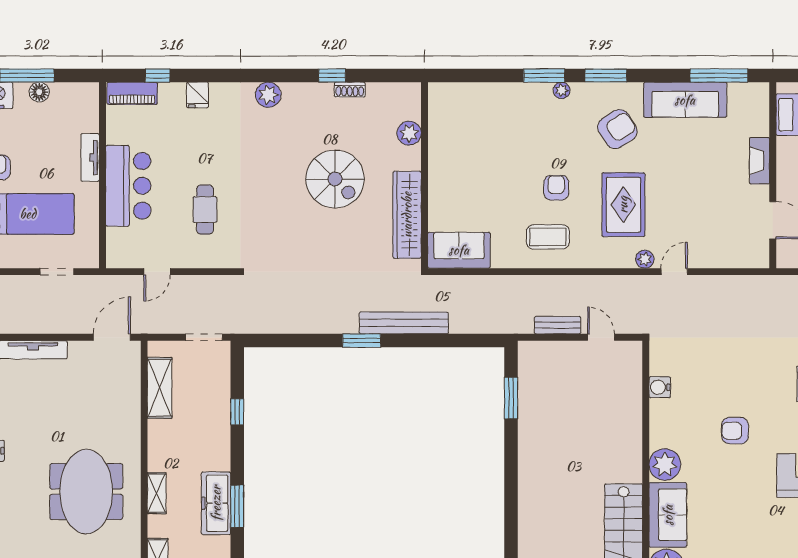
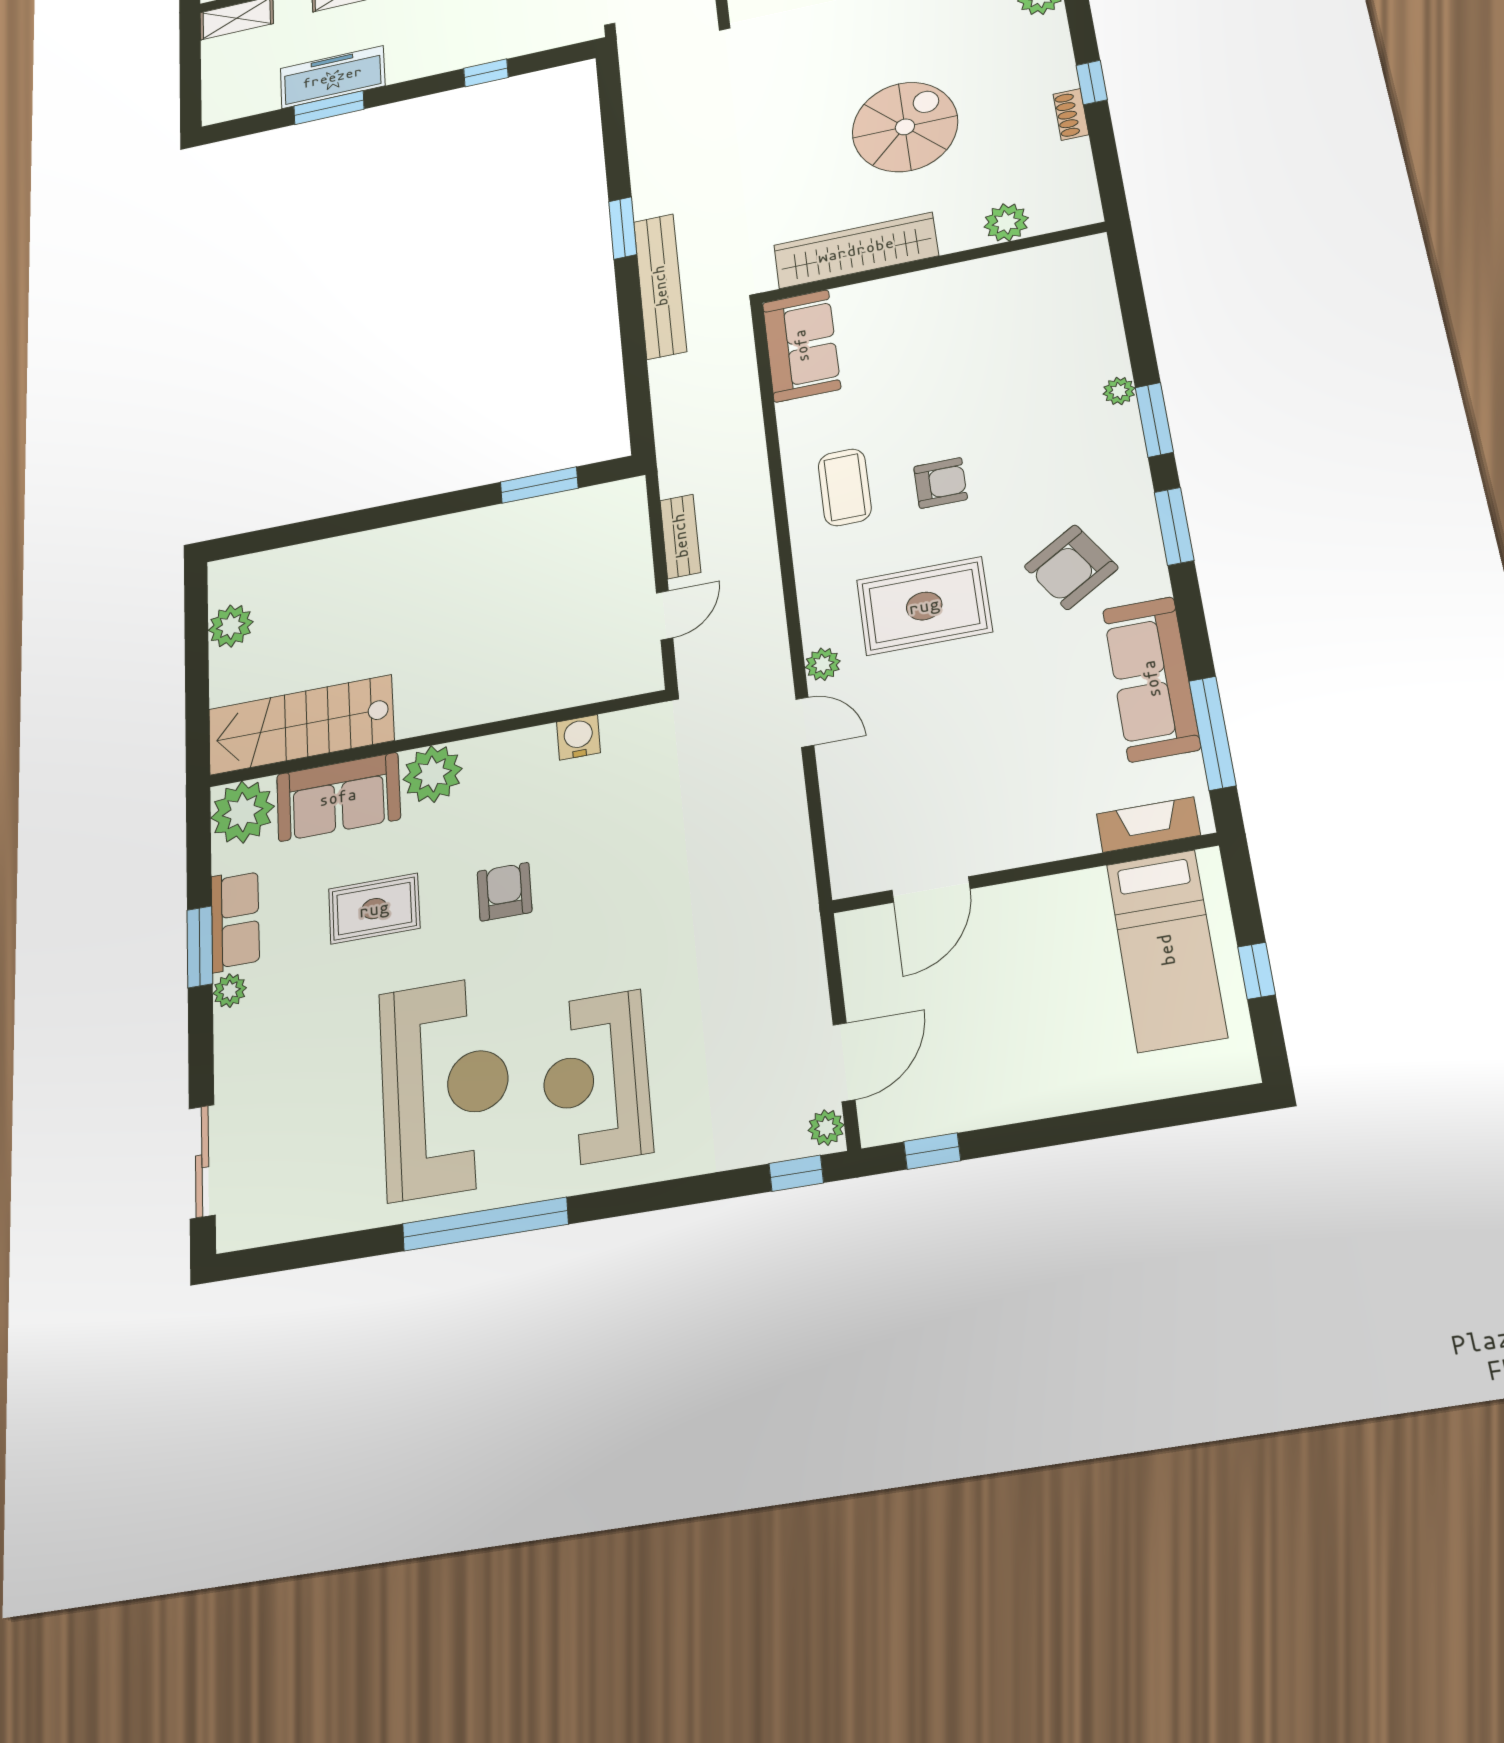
plant: (562, 90) -> (1119, 391), moved
armchair: (617, 129) -> (1071, 567), turned 91
fireplace: (760, 161) -> (1148, 825), moved
spiral stairs: (335, 179) -> (905, 127), turned 180
rug: (732, 498) -> (374, 909), added

